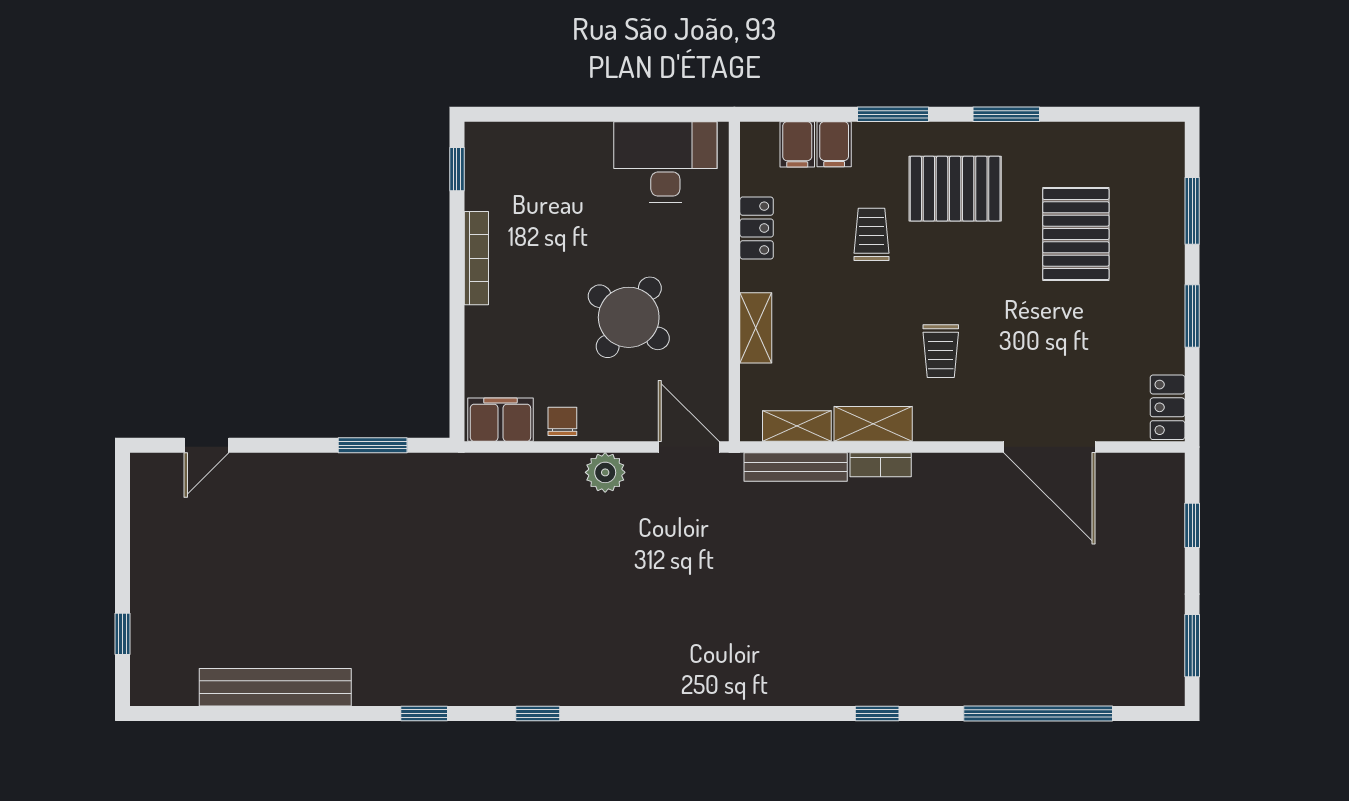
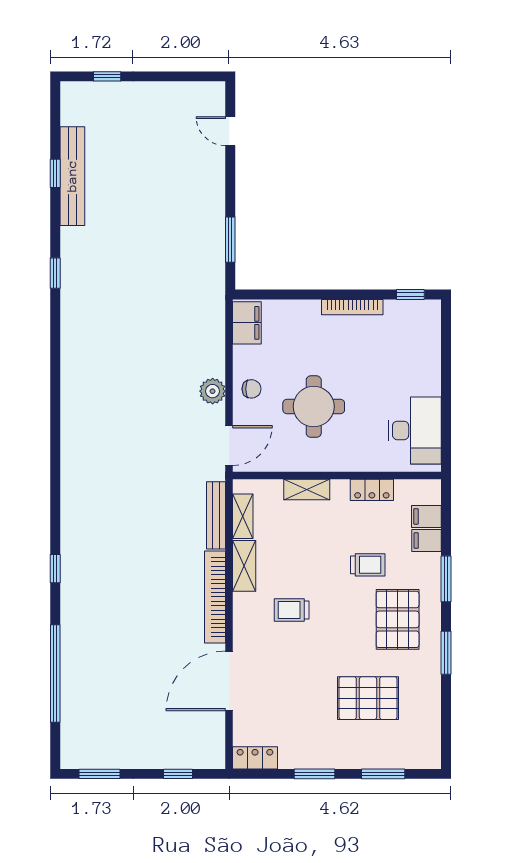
round table: (629, 317) -> (314, 407), turned -36
chair: (562, 421) -> (252, 389), moved
bookcase: (881, 465) -> (215, 597), width x2.31, depth x1.31
window: (538, 714) -> (55, 173), moved

